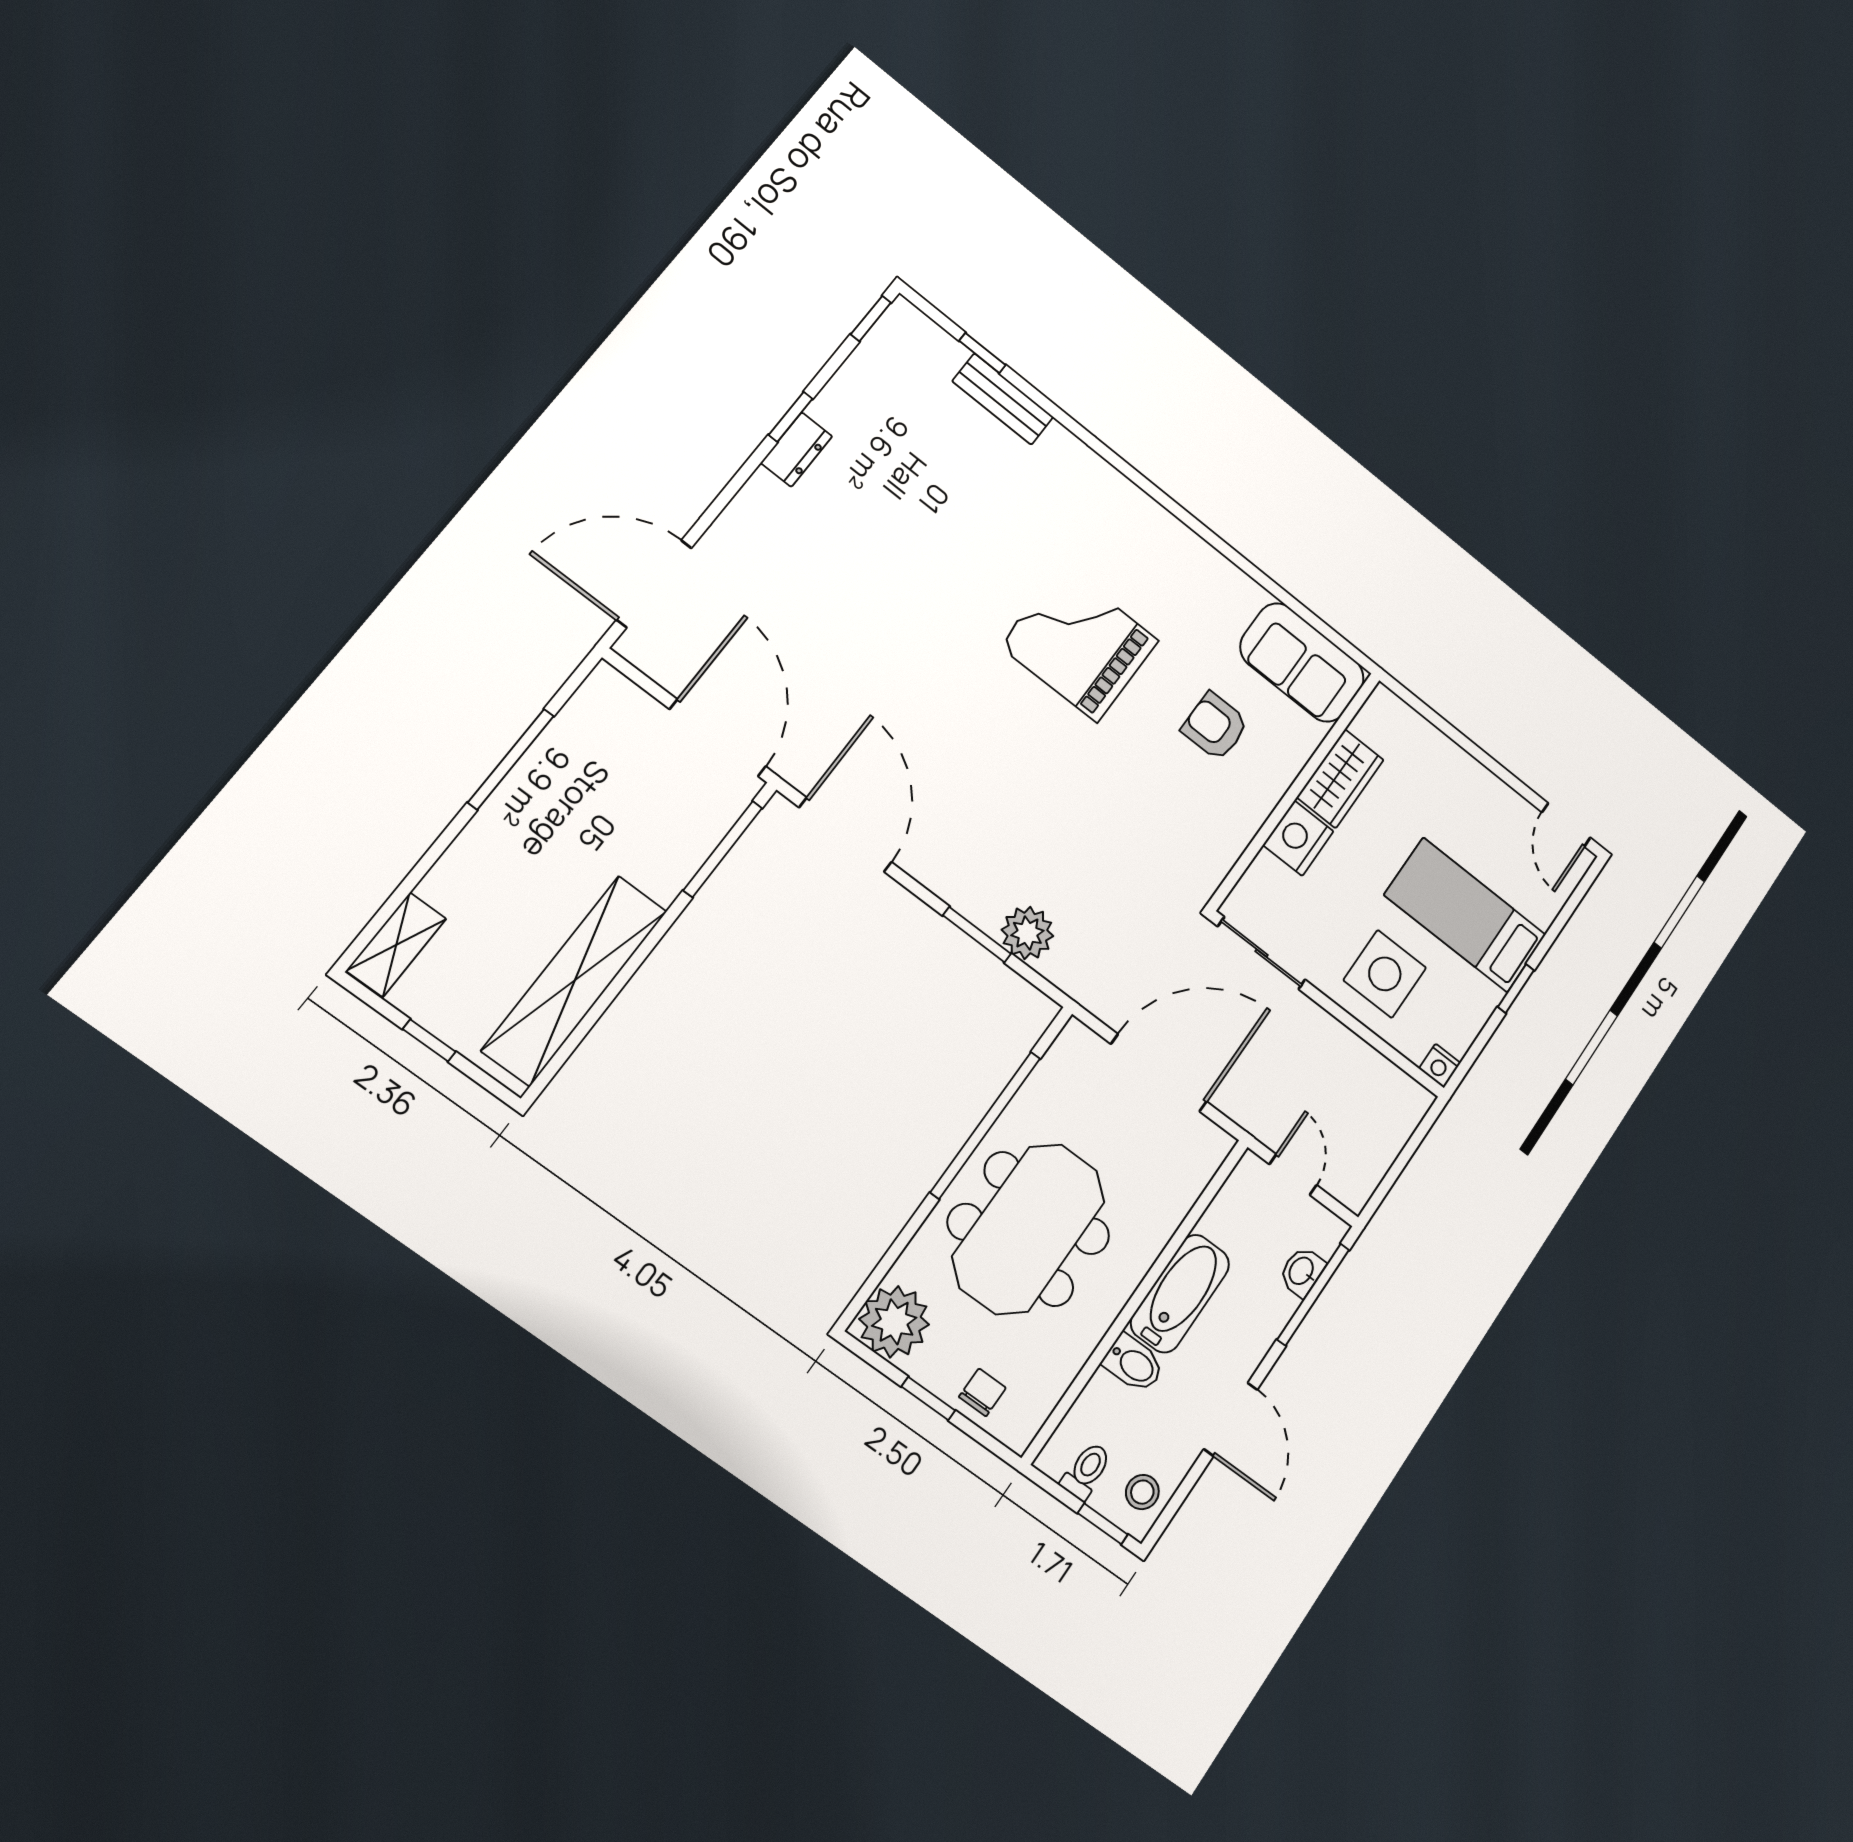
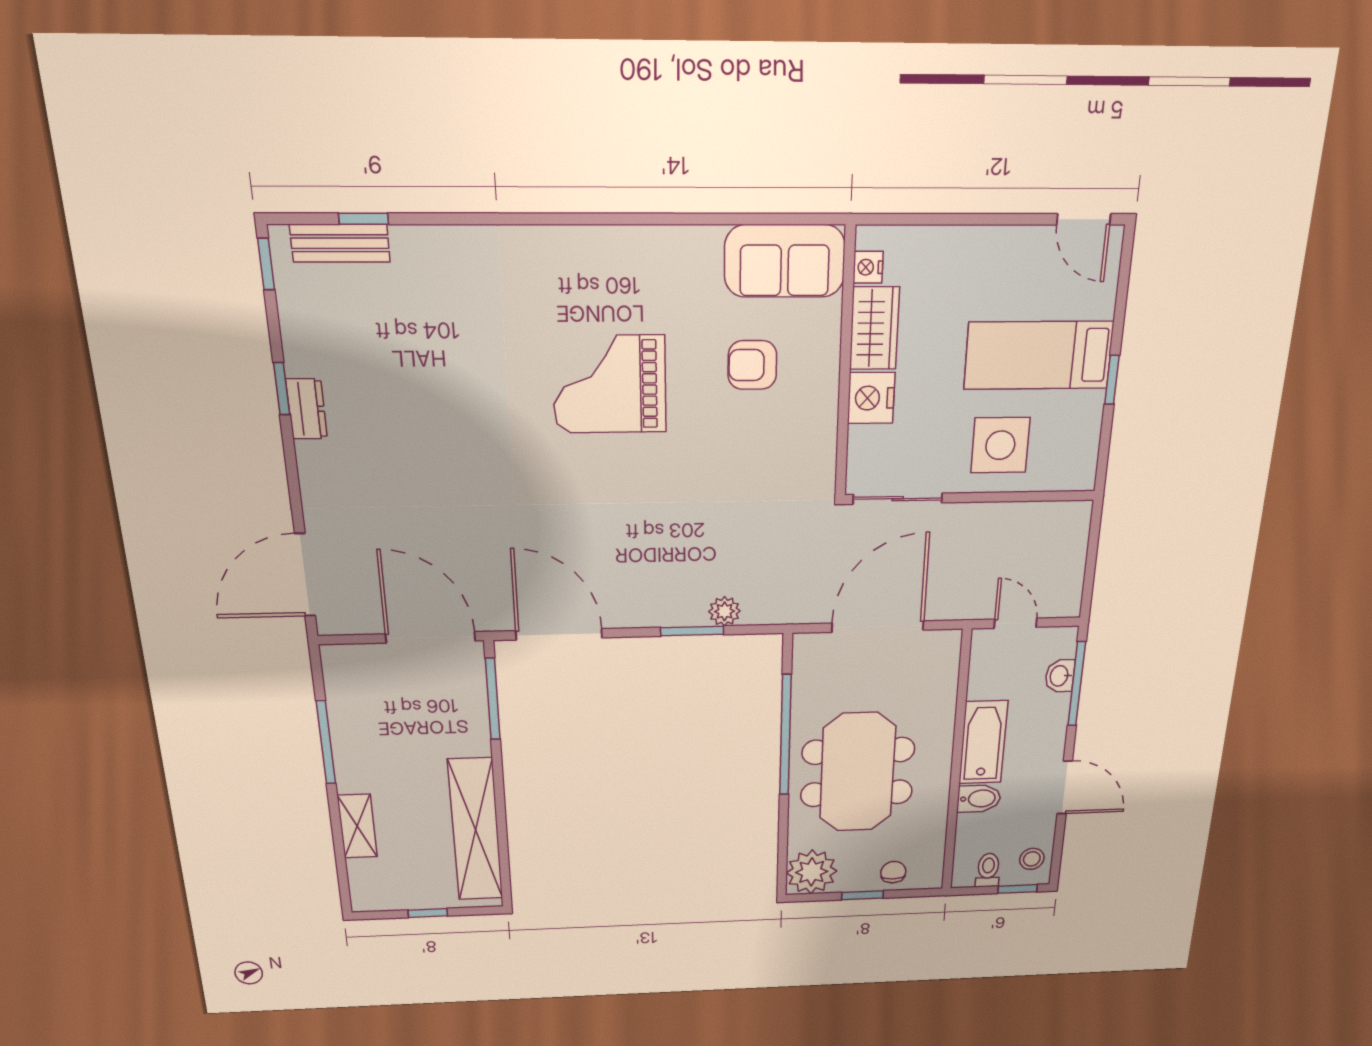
bench: (1003, 399) -> (340, 243), moved
plant: (1027, 933) -> (724, 611), width x0.73, depth x0.73
shelving: (396, 945) -> (357, 826), moved
nightstand: (1440, 1066) -> (868, 267), moved, turned 90

